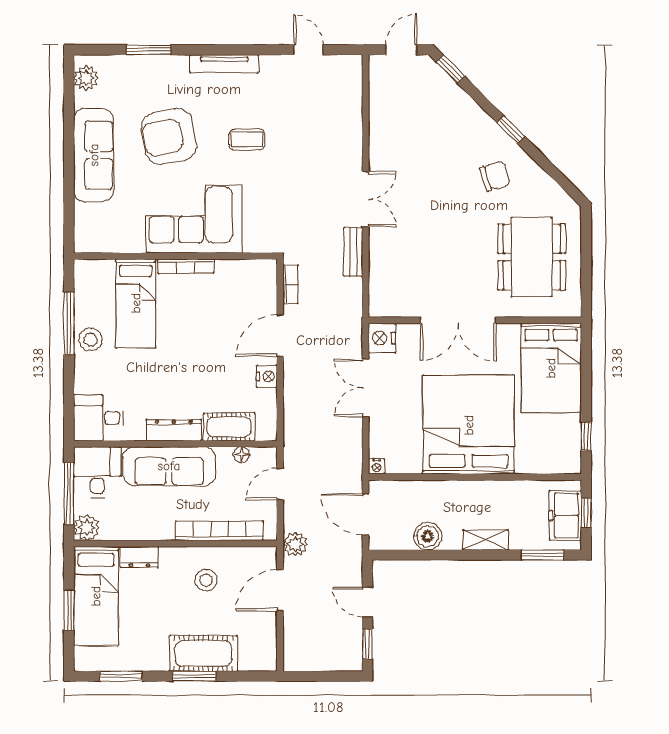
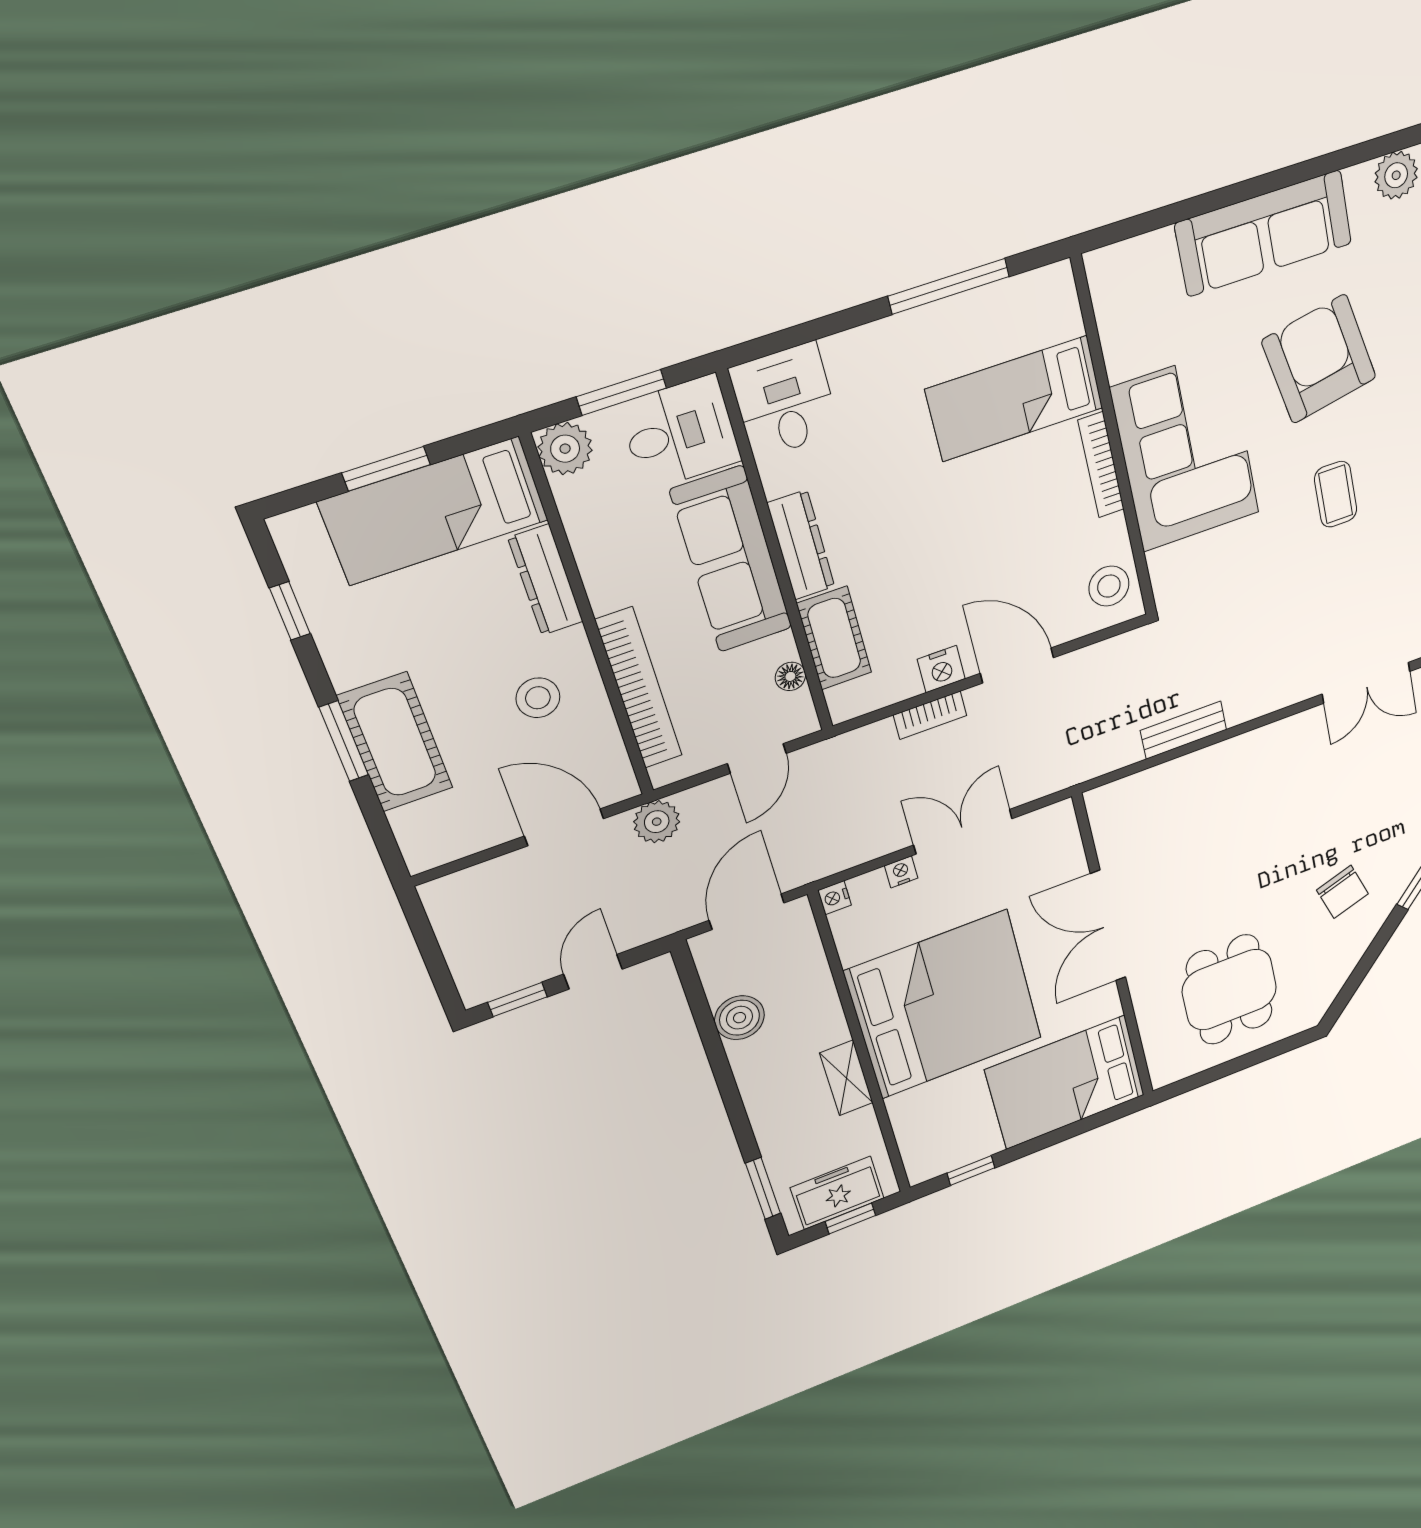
double door: (366, 199) -> (1366, 683), moved
dining table: (532, 257) -> (1229, 990), width x0.73
bookcase: (291, 284) -> (930, 715), moved
nightstand: (382, 338) -> (901, 872), moved, width x0.53, depth x0.56
stool: (91, 340) -> (1109, 586), moved
door: (280, 484) -> (757, 758), swing flipped
window: (69, 493) -> (621, 392), width x0.69
shelving: (486, 540) -> (846, 1078), moved
dresser: (139, 557) -> (546, 580), width x1.44
window: (121, 676) -> (290, 611), width x0.67

